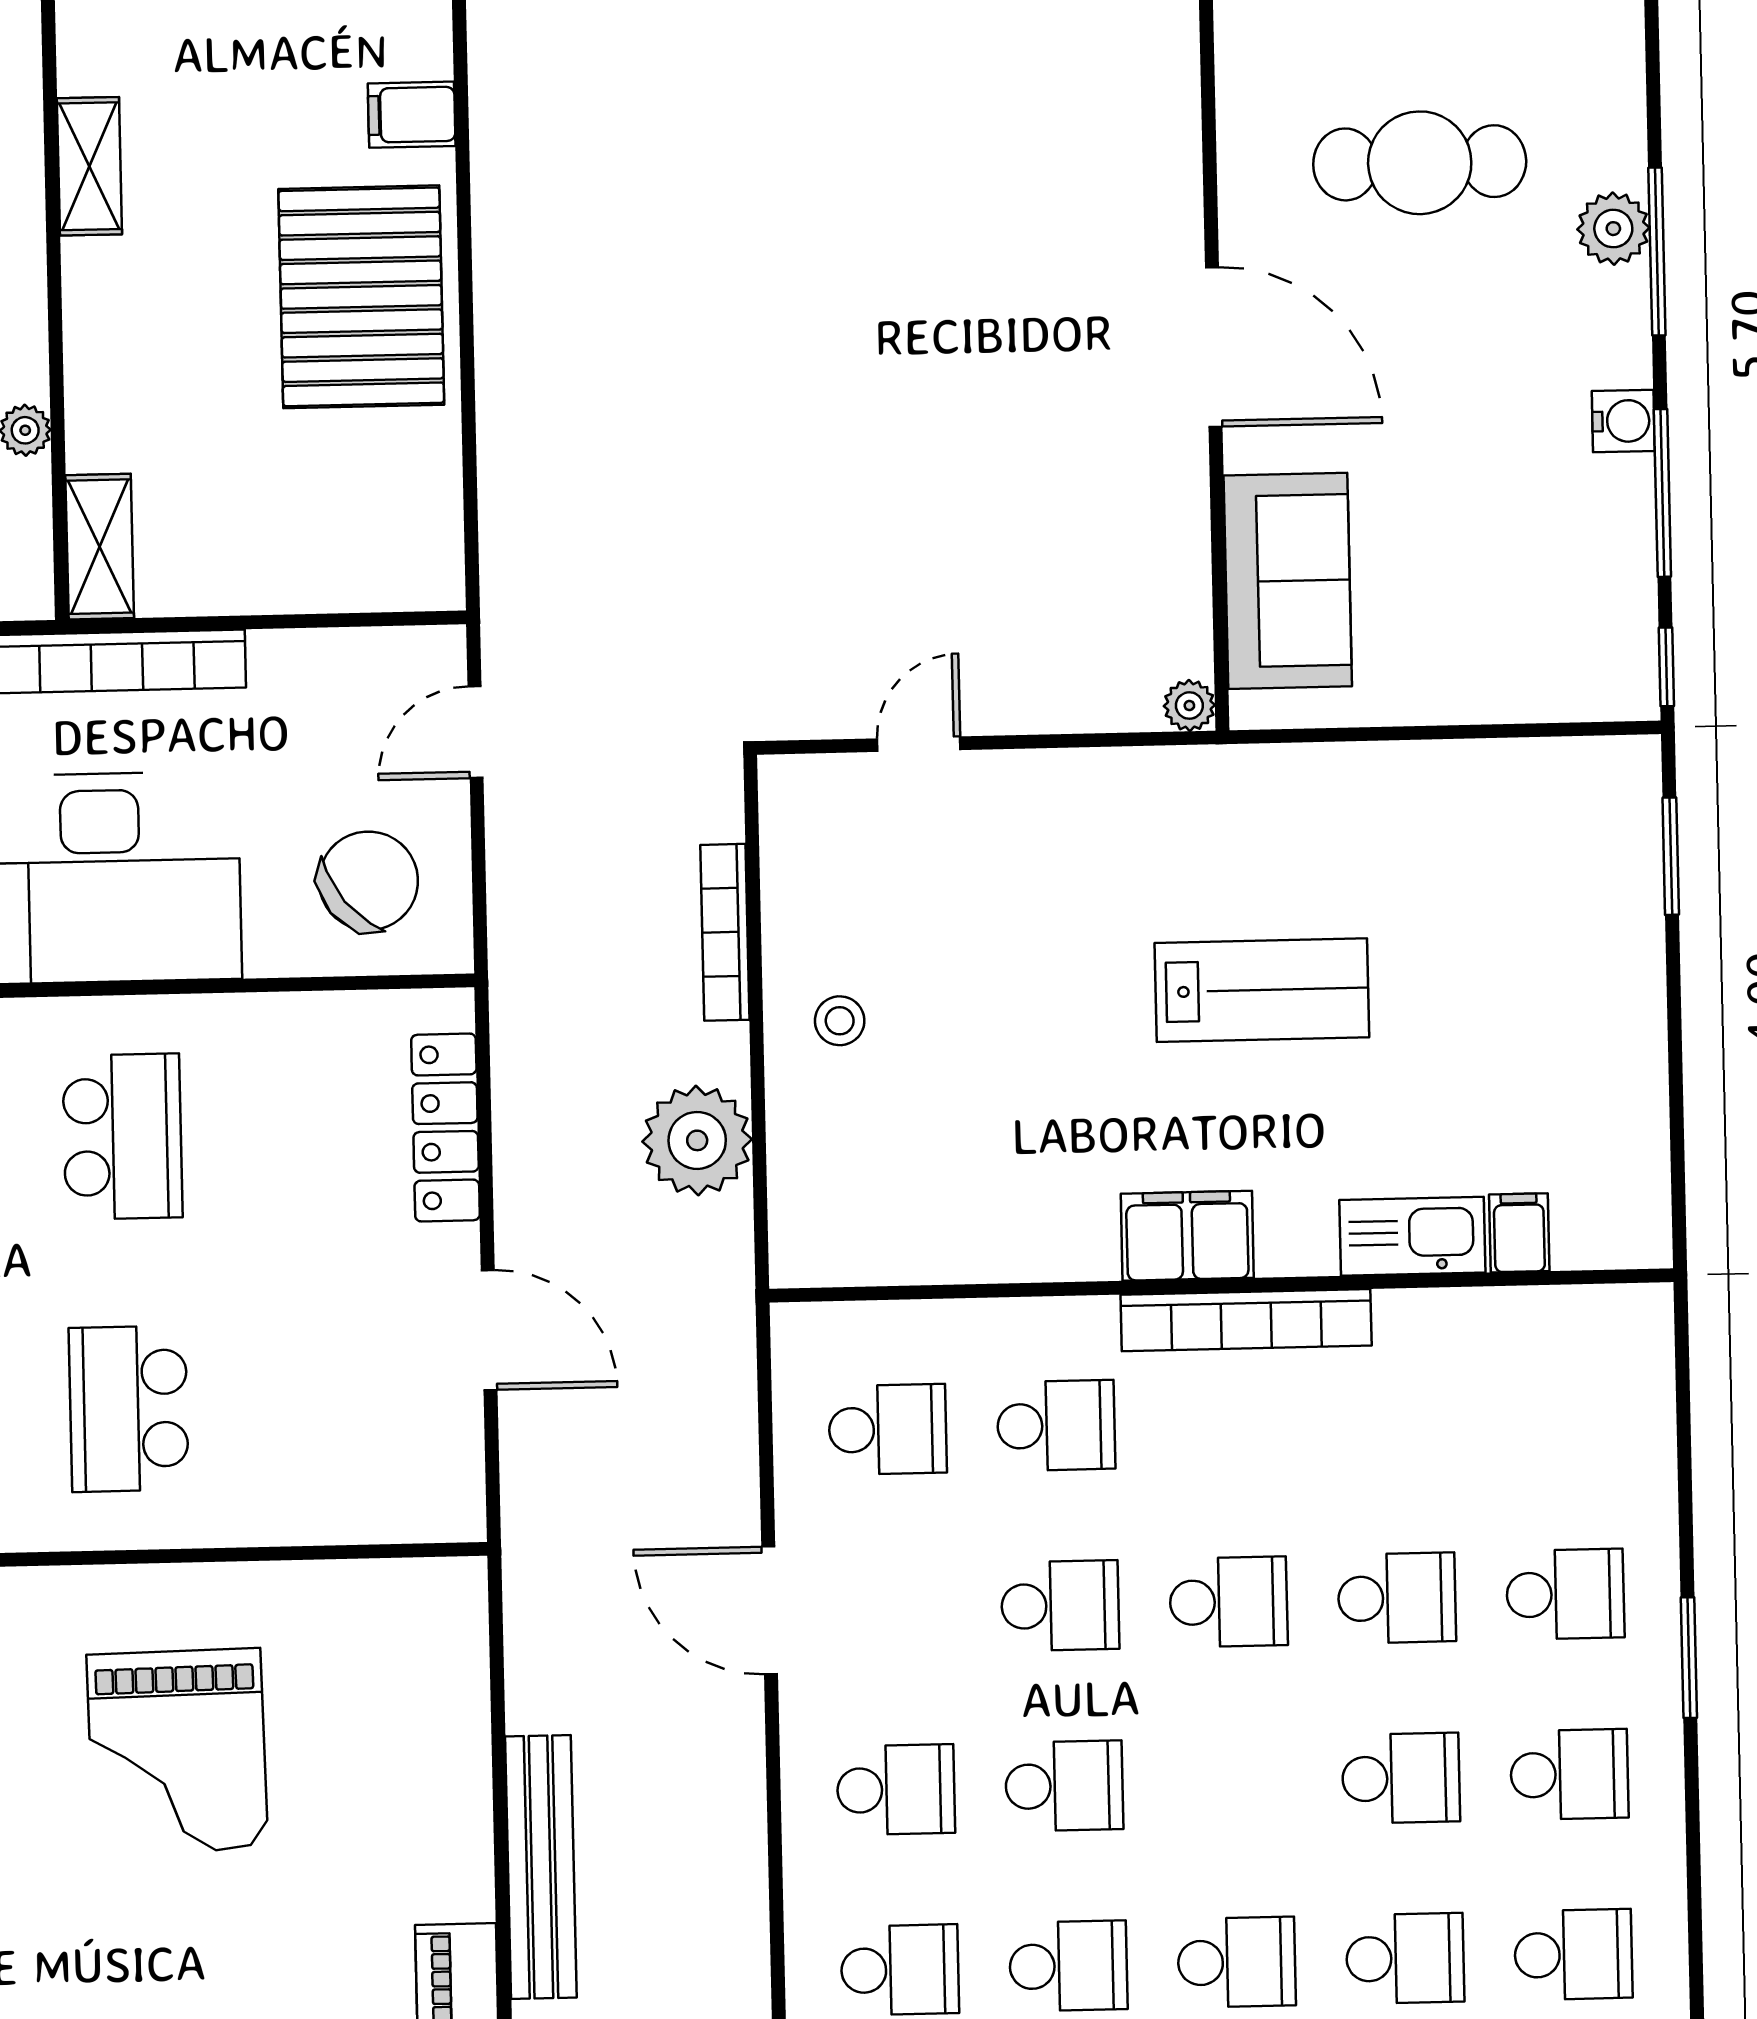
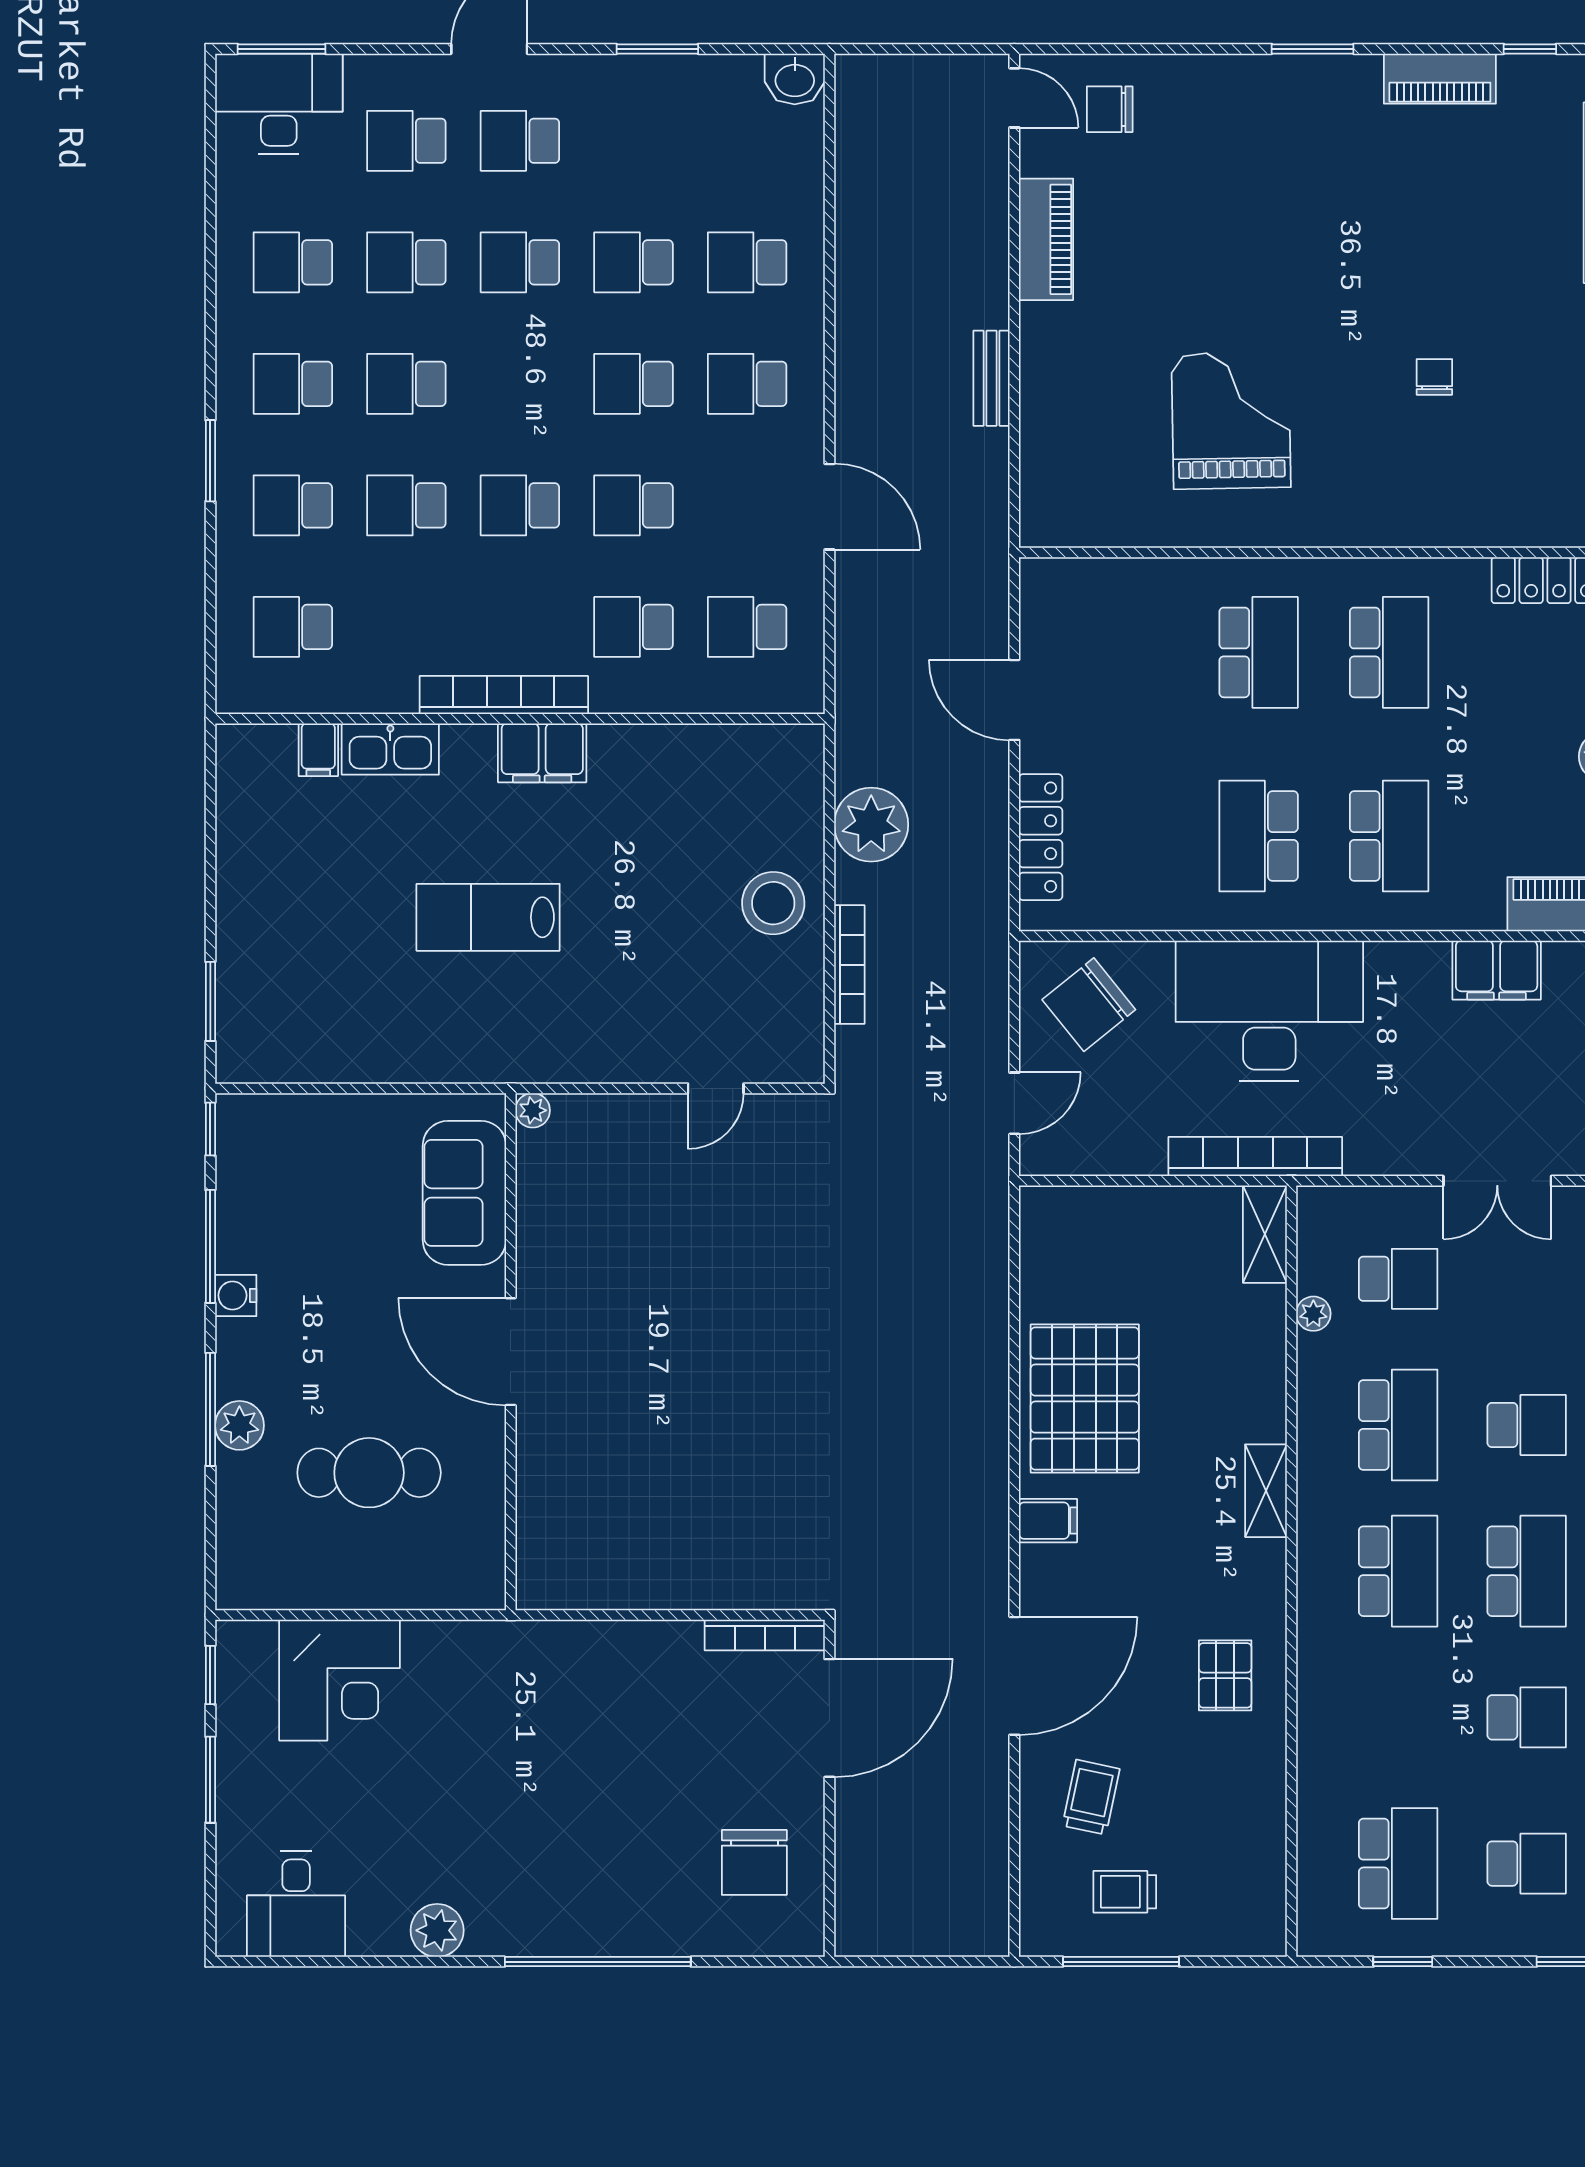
stool: (840, 1021) -> (773, 903), width x1.89, depth x1.89
school desk: (1561, 1414) -> (293, 627), added
bench: (541, 1867) -> (991, 378), width x0.54, depth x0.82

